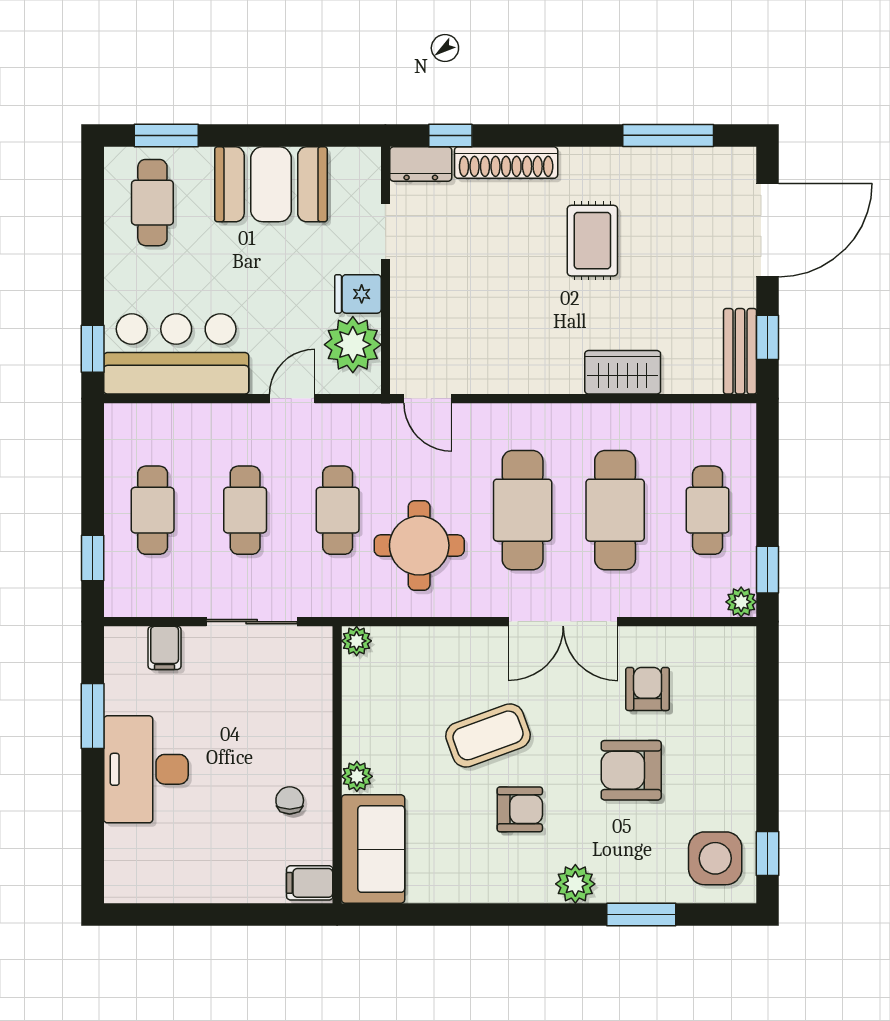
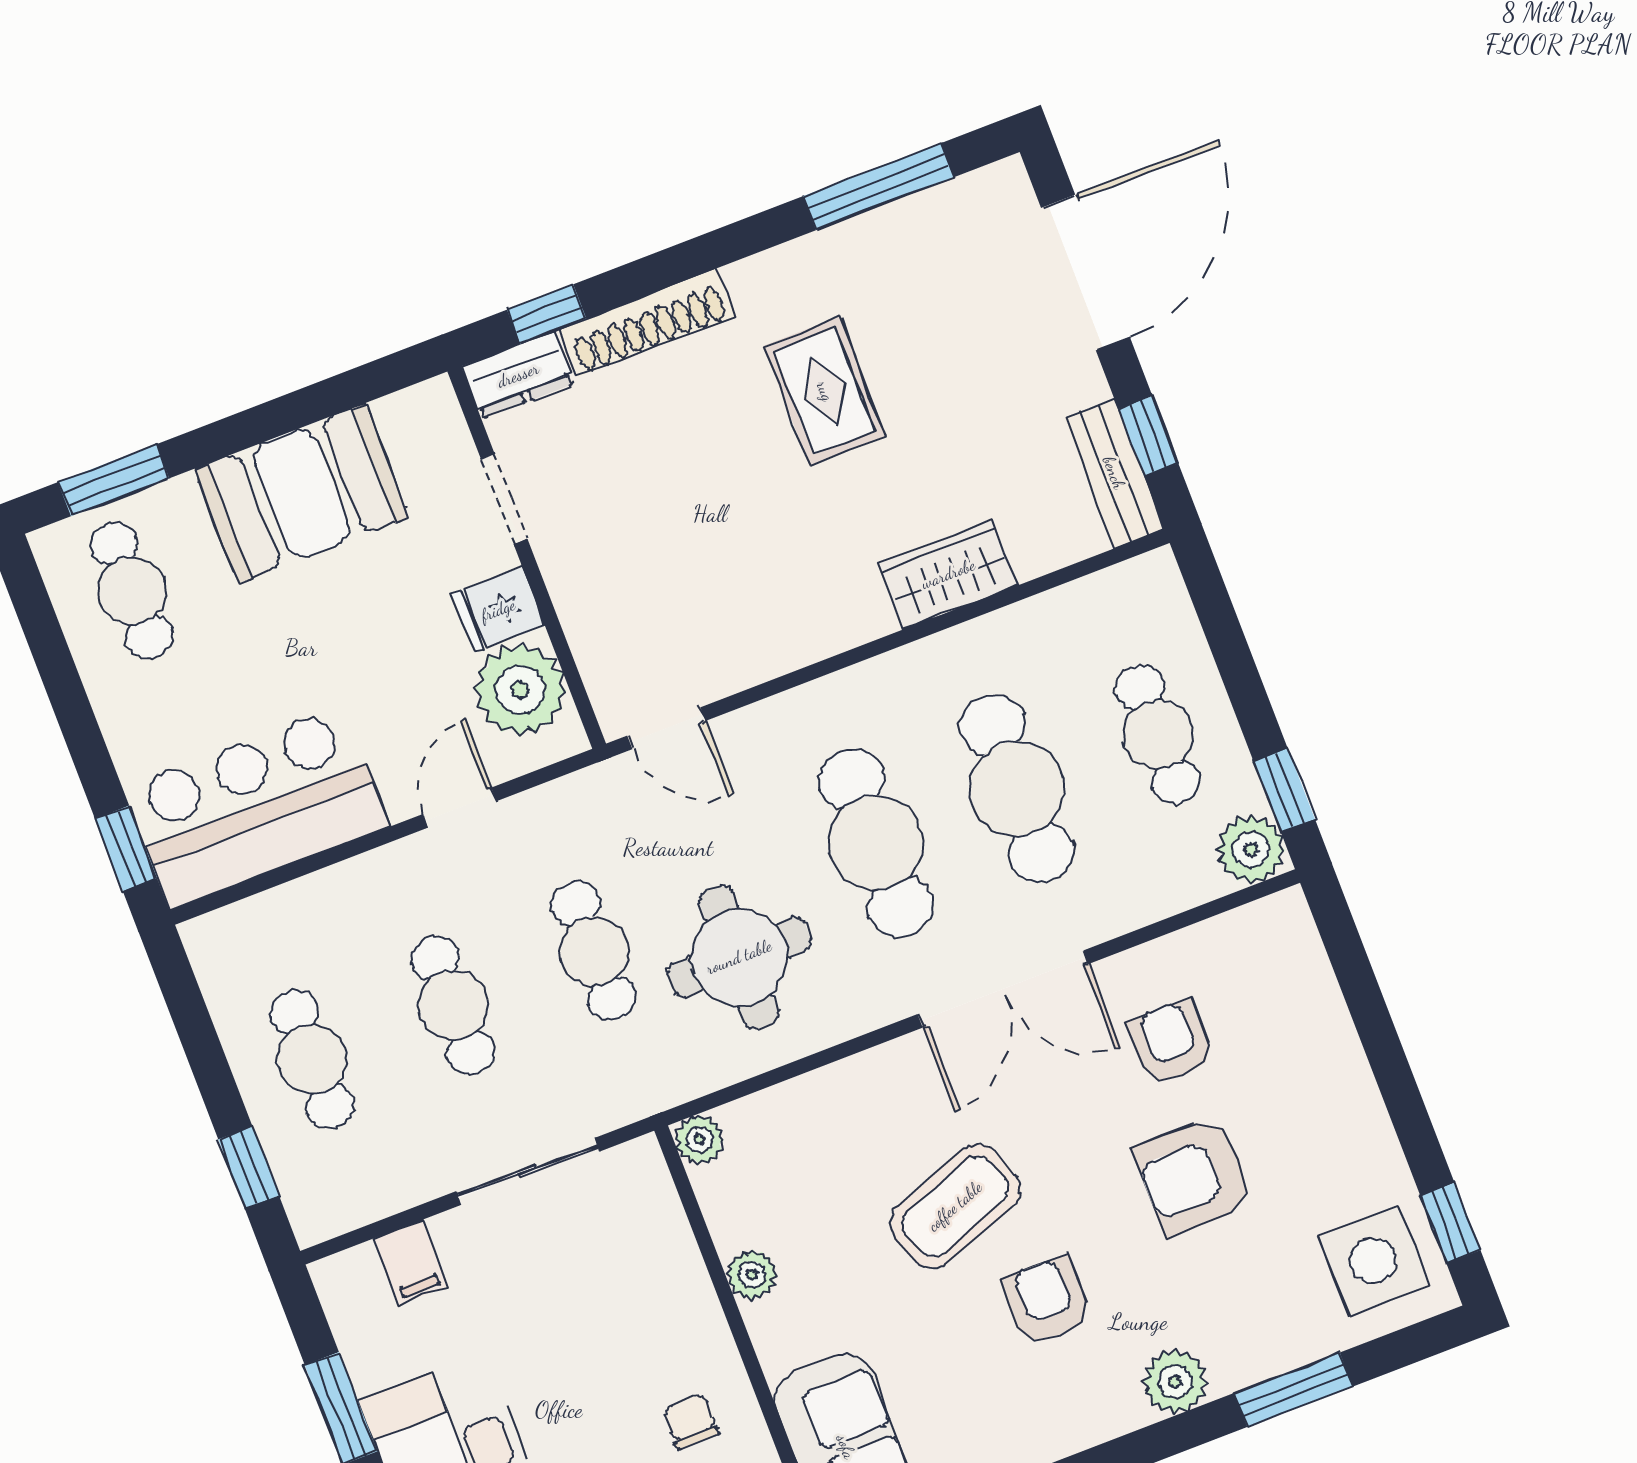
plant: (741, 602) -> (1251, 850), width x1.38, depth x1.38
plant: (357, 776) -> (752, 1275), moved
armchair: (520, 809) -> (1047, 1300), turned -90

